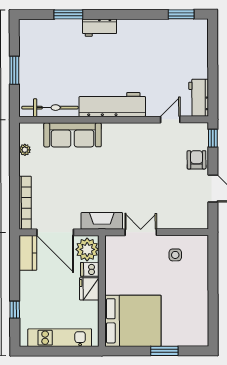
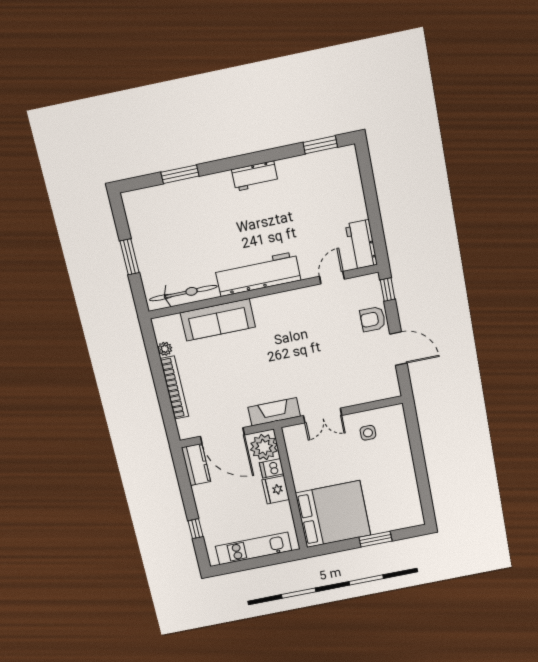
workbench: (100, 28) -> (255, 176), moved
armchair: (197, 160) -> (373, 319), turned -90
bookcase: (25, 203) -> (174, 388), moved
double door: (141, 232) -> (323, 416), swing flipped

